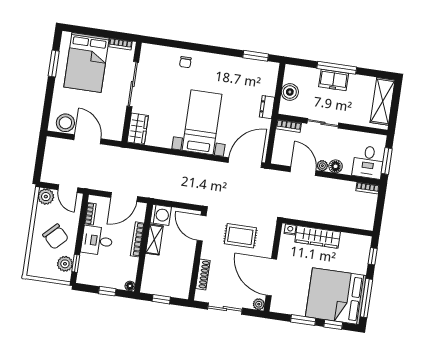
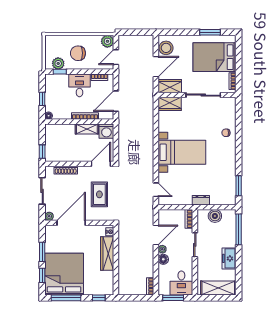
window: (337, 68) -> (239, 229), moved
freezer: (334, 80) -> (229, 258), moved
wardrobe: (115, 125) -> (170, 86), added
desk: (368, 162) -> (181, 283), moved, turned -90
door: (245, 163) -> (156, 190), width x0.53
door: (124, 197) -> (116, 101), hinge flipped
chair: (56, 237) -> (78, 53), turned 45
window: (161, 299) -> (42, 152), moved

